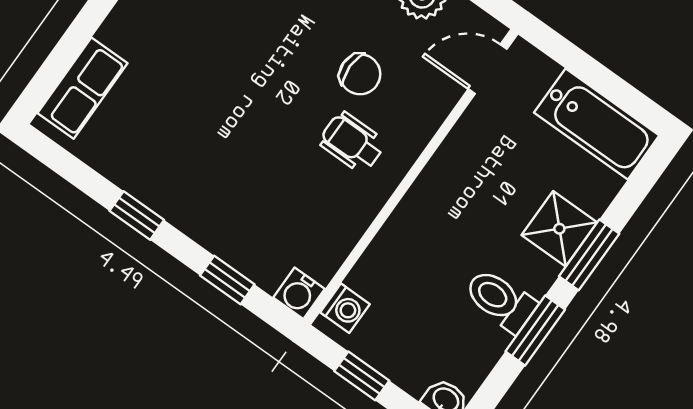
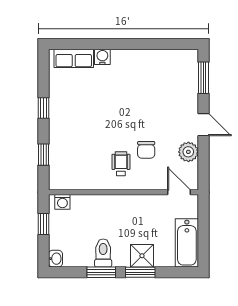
water cooler: (299, 293) -> (102, 57), moved, turned 90

